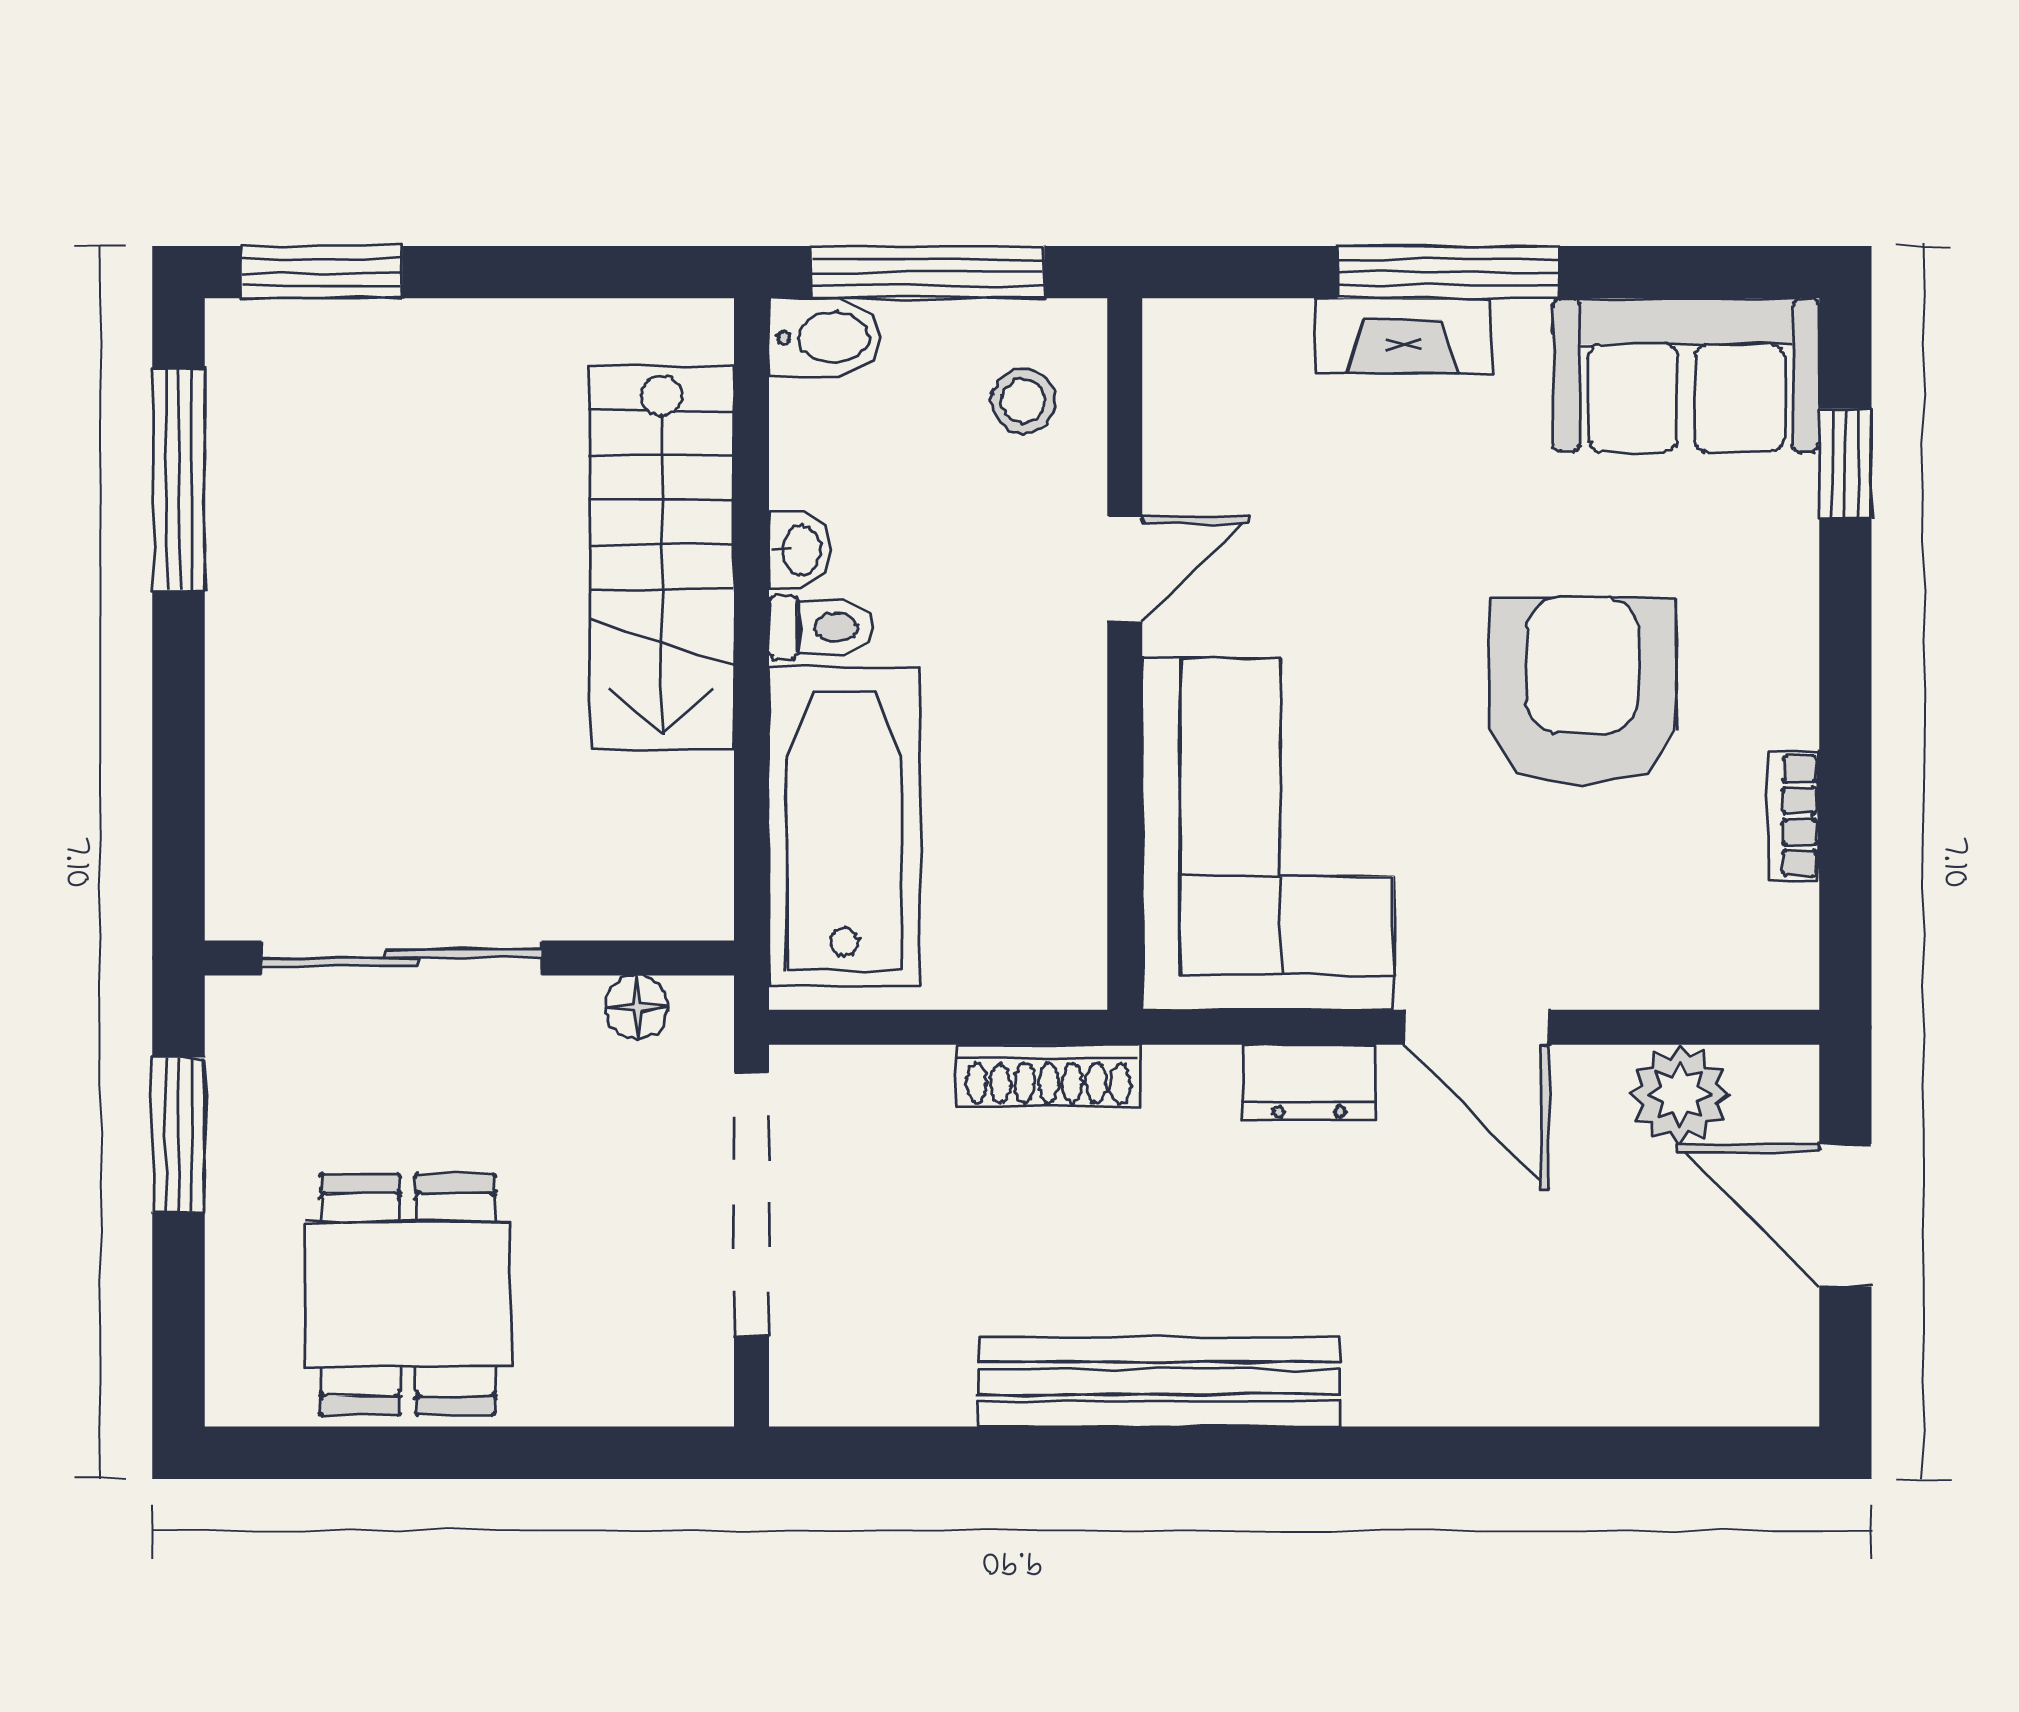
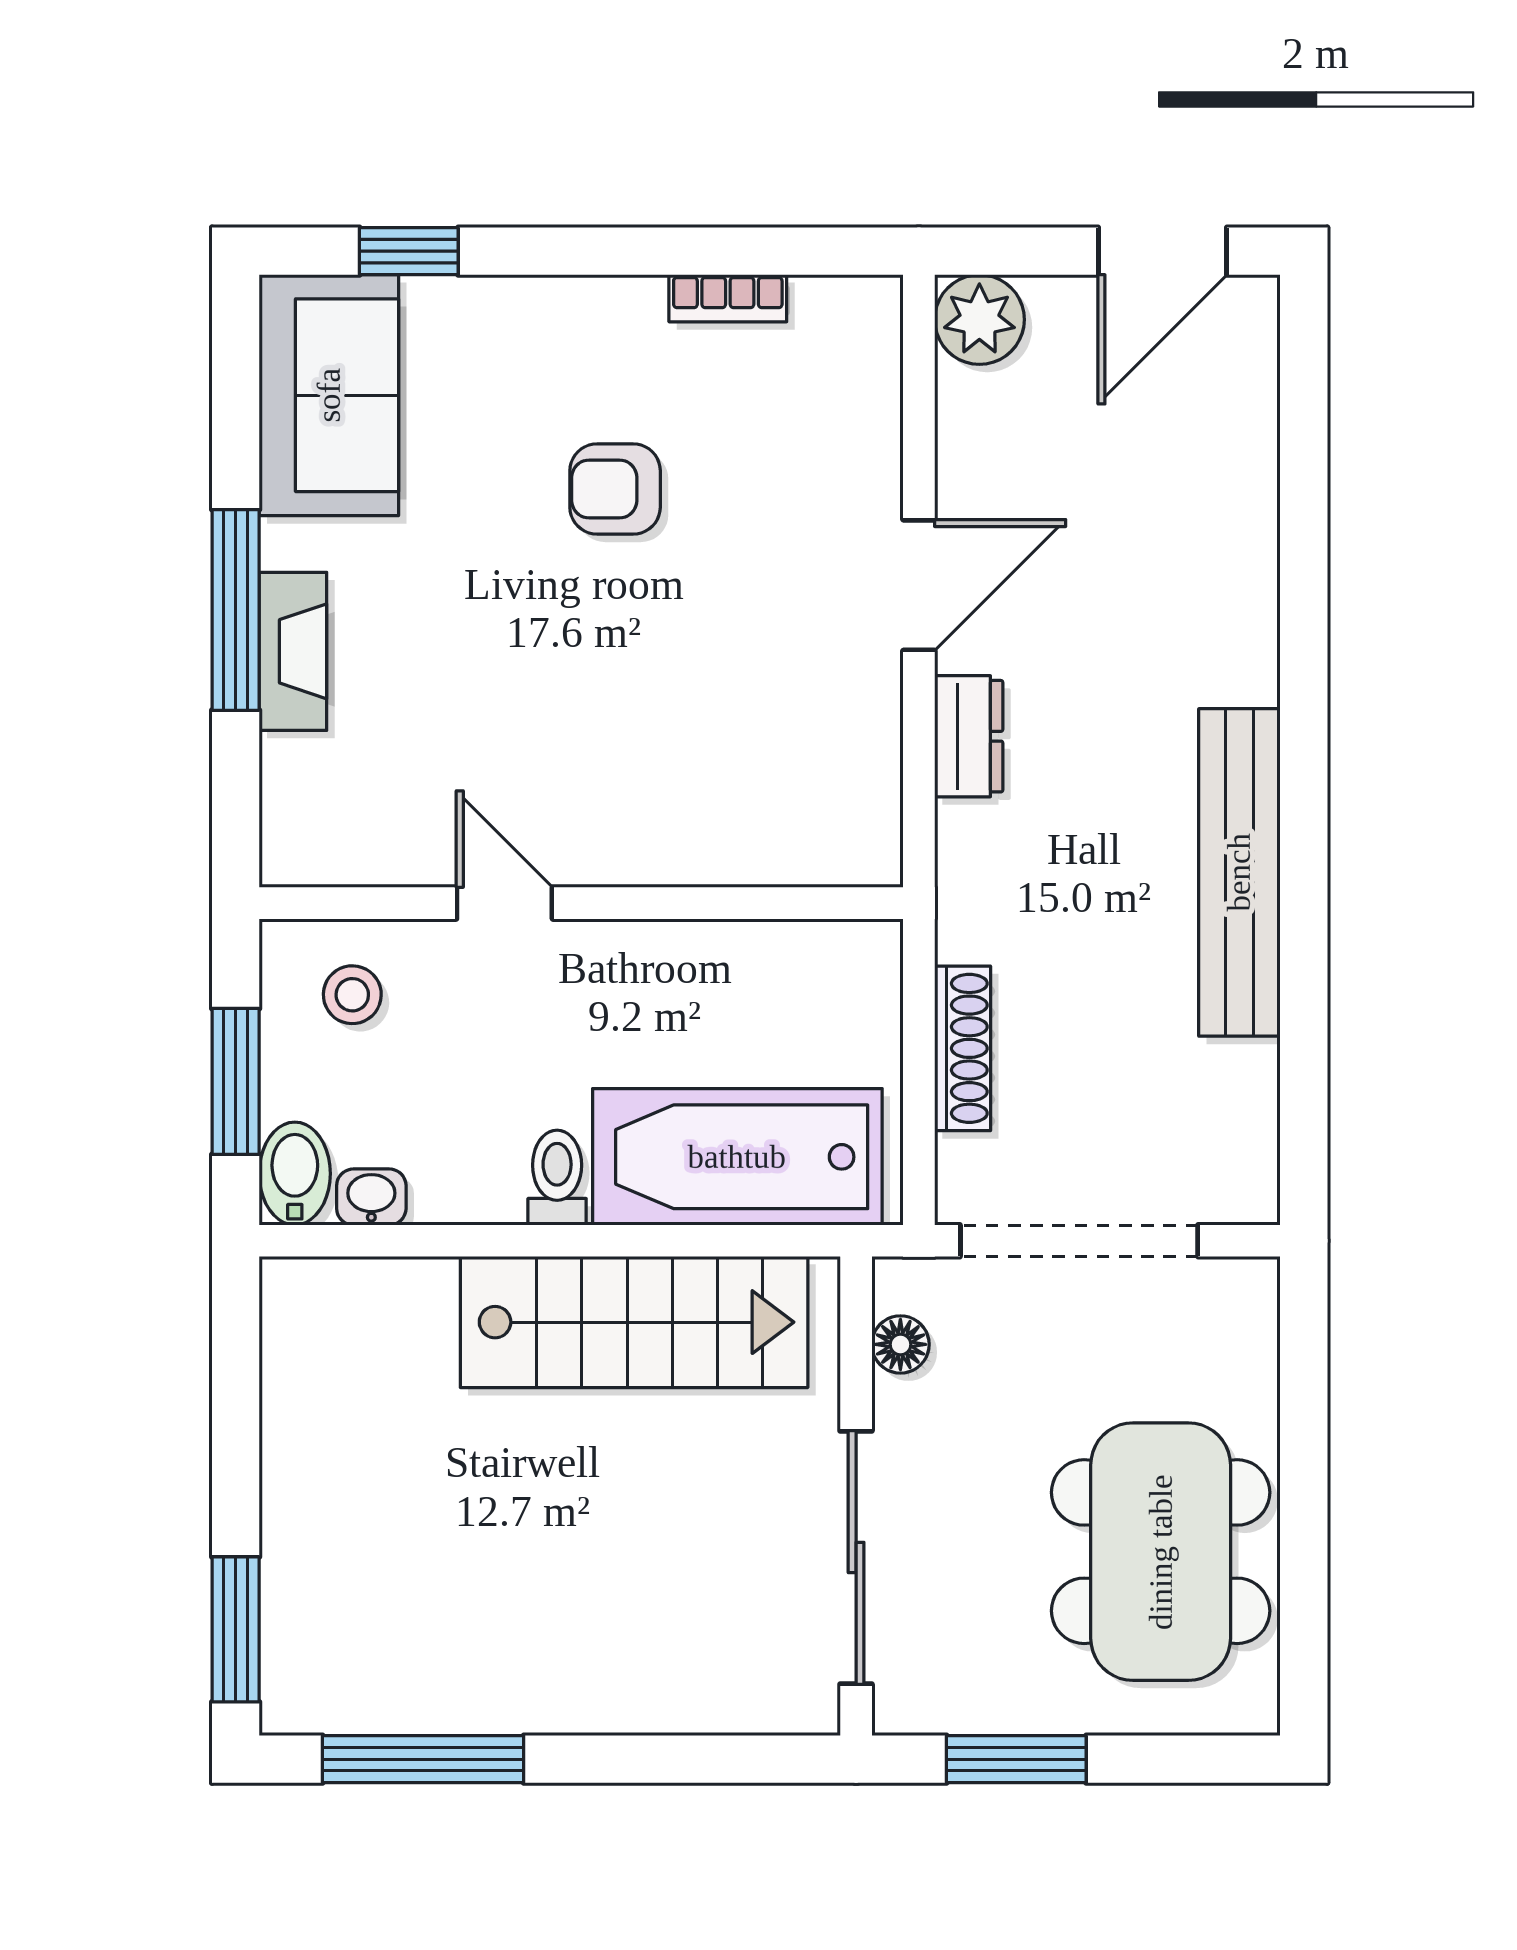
window: (928, 272) -> (236, 1081), width x0.69
washbasin: (800, 550) -> (371, 1197), moved
stairs: (662, 557) -> (634, 1322), moved
armchair: (1582, 692) -> (615, 489), width x0.53, depth x0.53
corner sofa: (1268, 834) -> (744, 774), removed
shoe rack: (1048, 1076) -> (963, 1048), moved
plant: (1680, 1094) -> (979, 320), moved
door: (1845, 1215) -> (1163, 251), moved
dining table: (408, 1295) -> (1161, 1552), width x1.37

